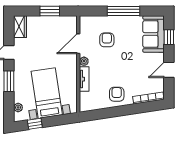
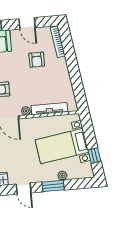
tv unit: (84, 79) -> (49, 109), width x1.41
armchair: (117, 94) -> (37, 60), moved, turned -90
plant: (18, 107) -> (62, 176), moved

